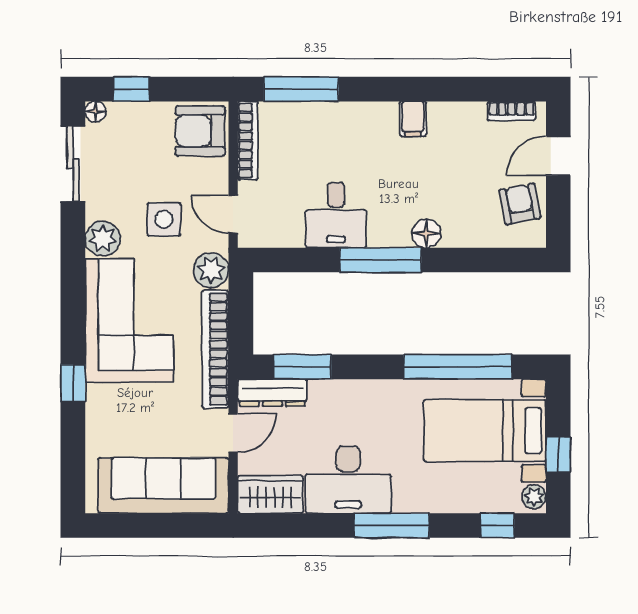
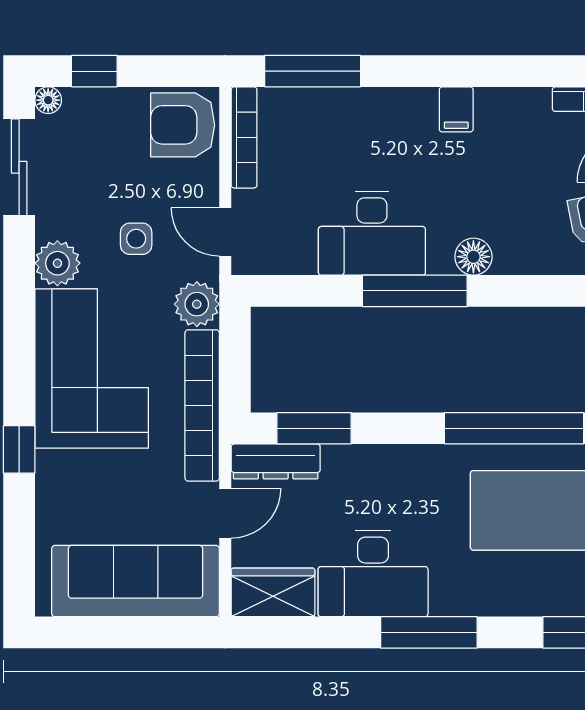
desk: (336, 215) -> (372, 233), width x1.37
side table: (164, 219) -> (136, 239), width x0.73, depth x0.73

